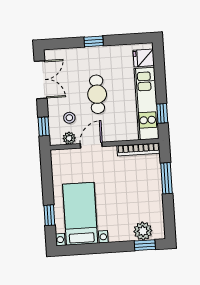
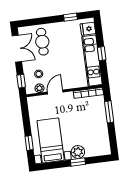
window: (94, 41) -> (70, 17), moved
cafe table: (97, 94) -> (42, 42), moved
window: (162, 113) -> (102, 54), moved
plant: (143, 231) -> (78, 152), moved
window: (145, 245) -> (78, 162), moved

